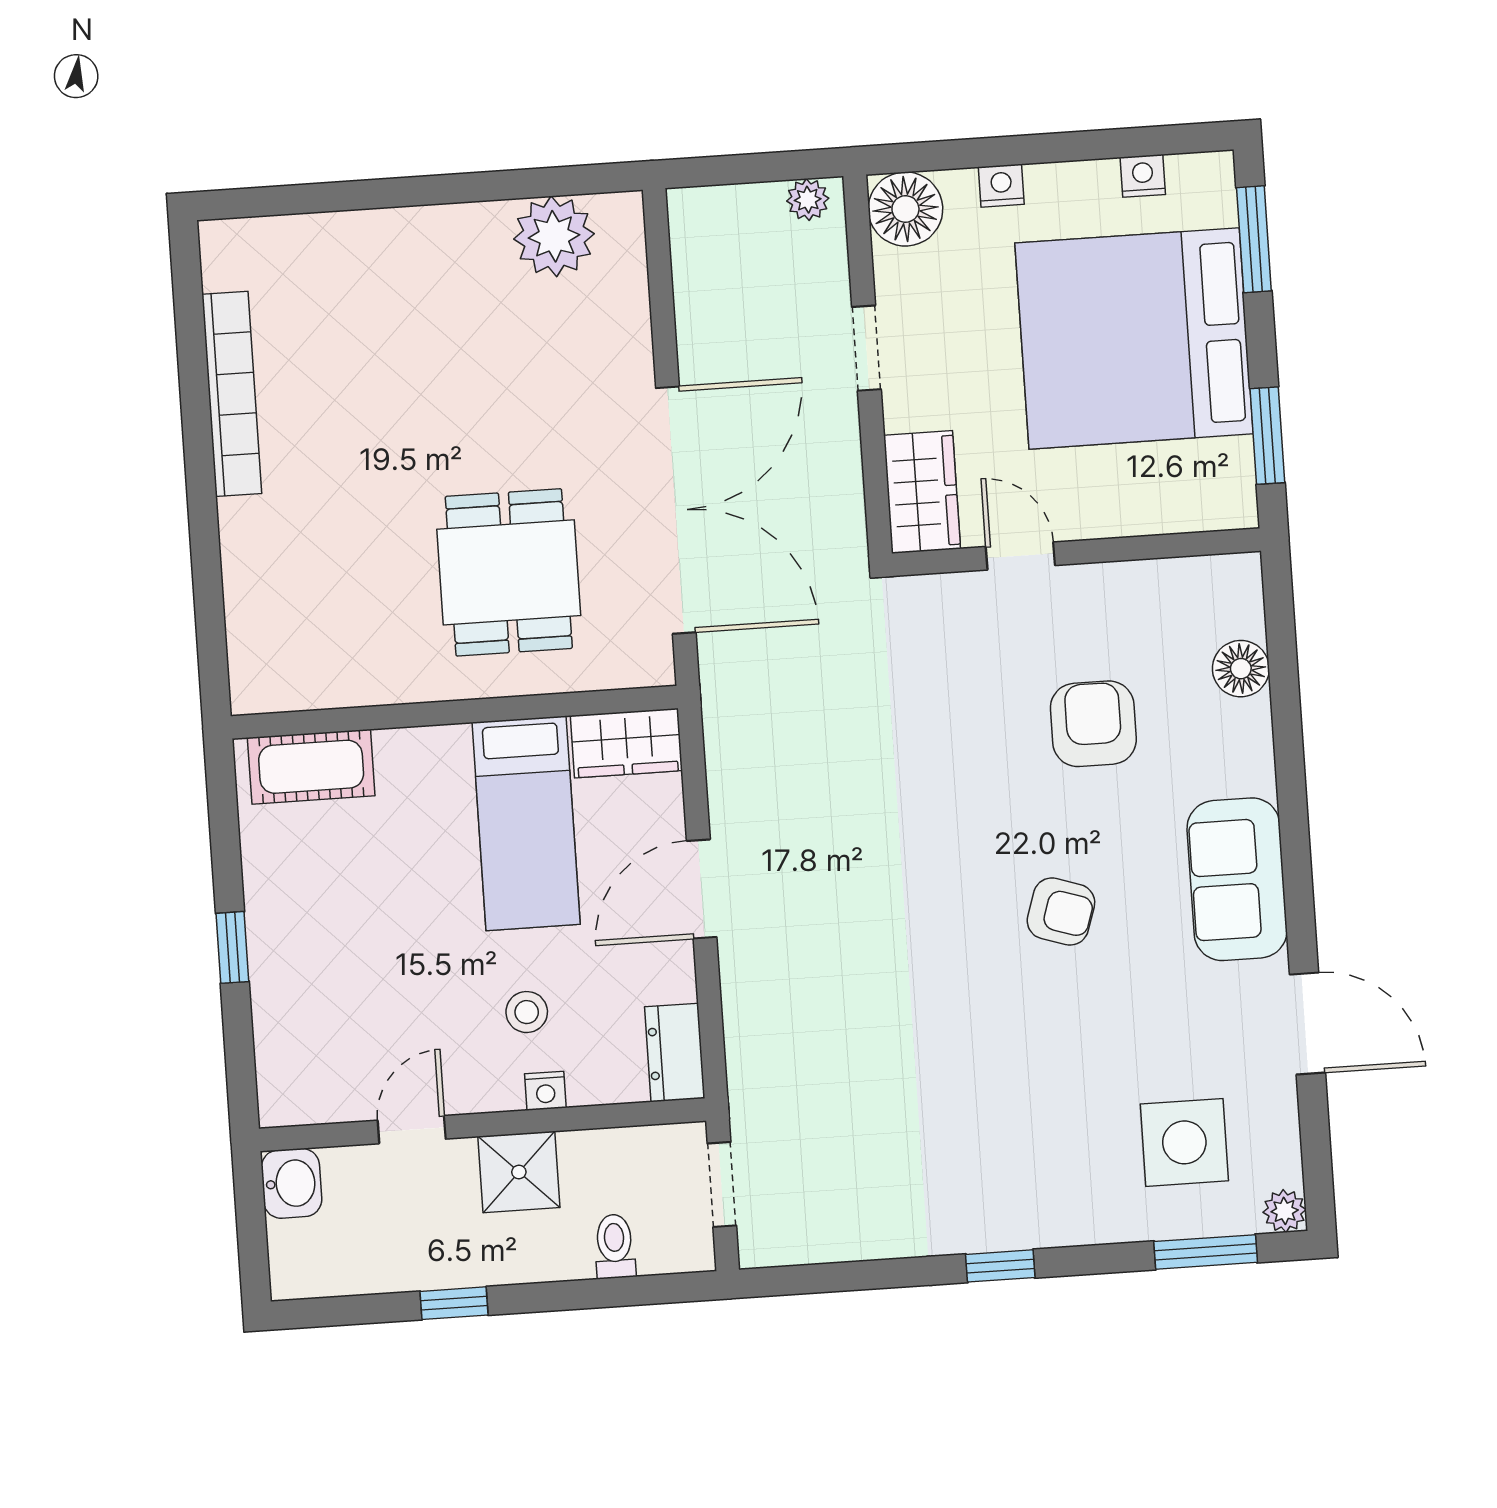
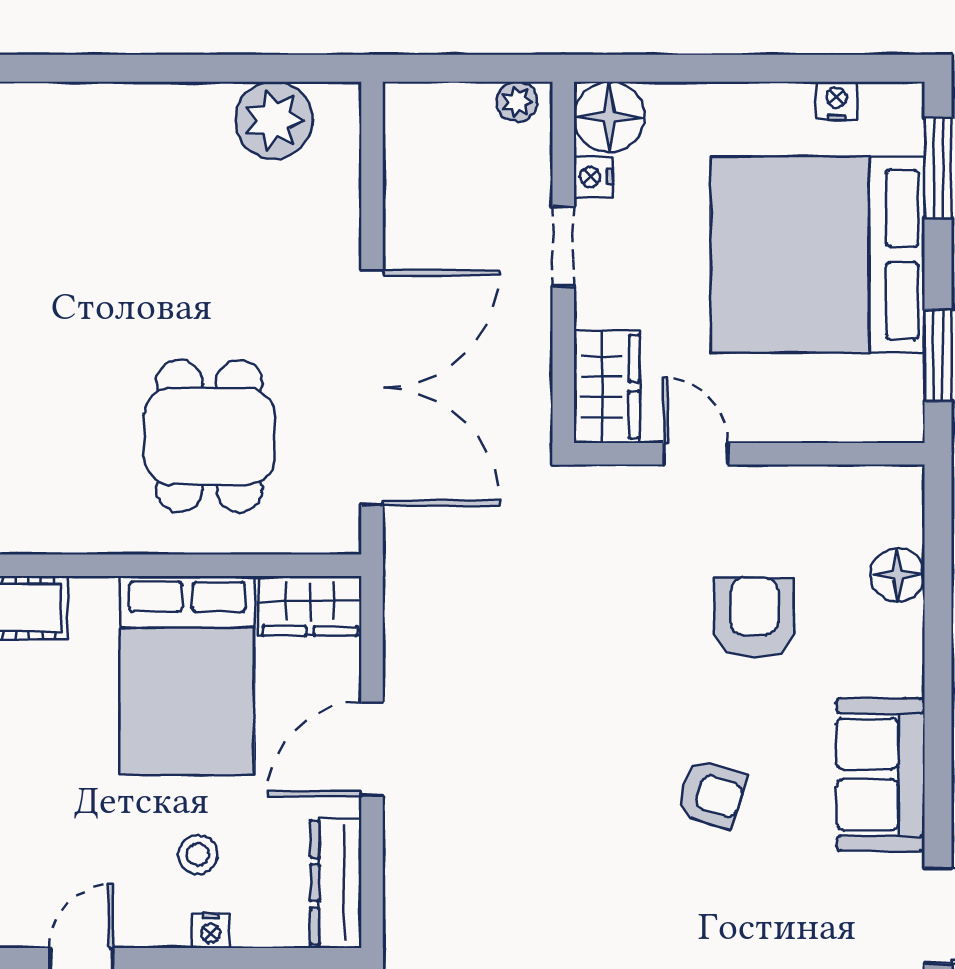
nightstand: (1001, 186) -> (593, 177), moved, turned -90
bed: (526, 823) -> (187, 675), width x1.50
dresser: (675, 1053) -> (336, 883), width x1.44

